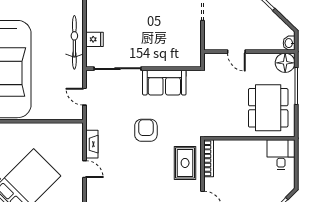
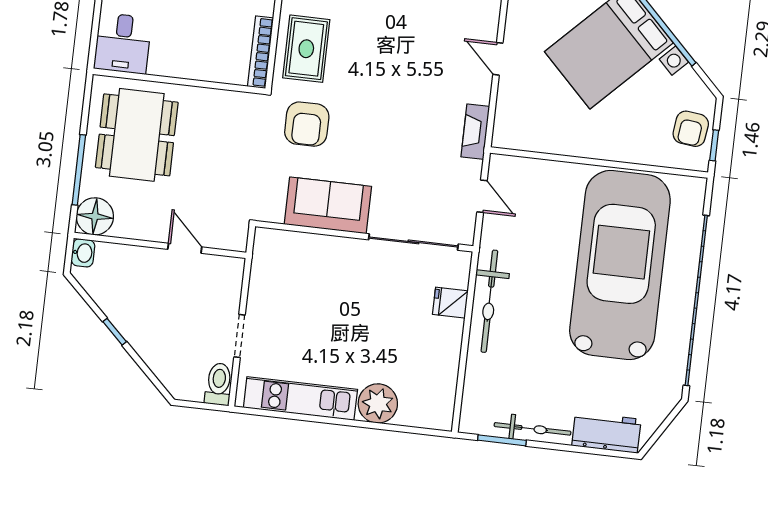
armchair: (146, 130) -> (307, 124), moved
fireplace: (92, 144) -> (475, 132), moved

